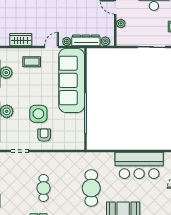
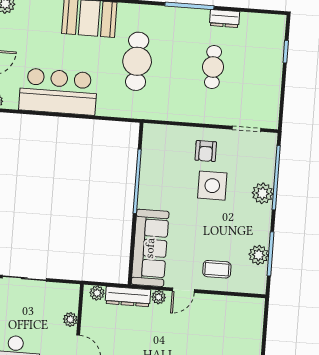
wardrobe: (21, 40) -> (232, 306), removed
sofa: (72, 80) -> (150, 248), width x0.74, depth x0.79

